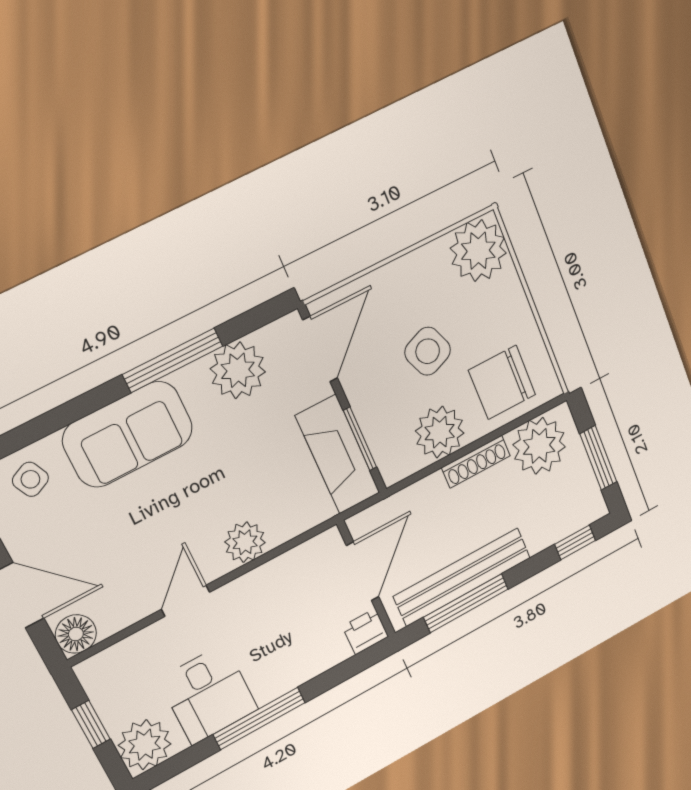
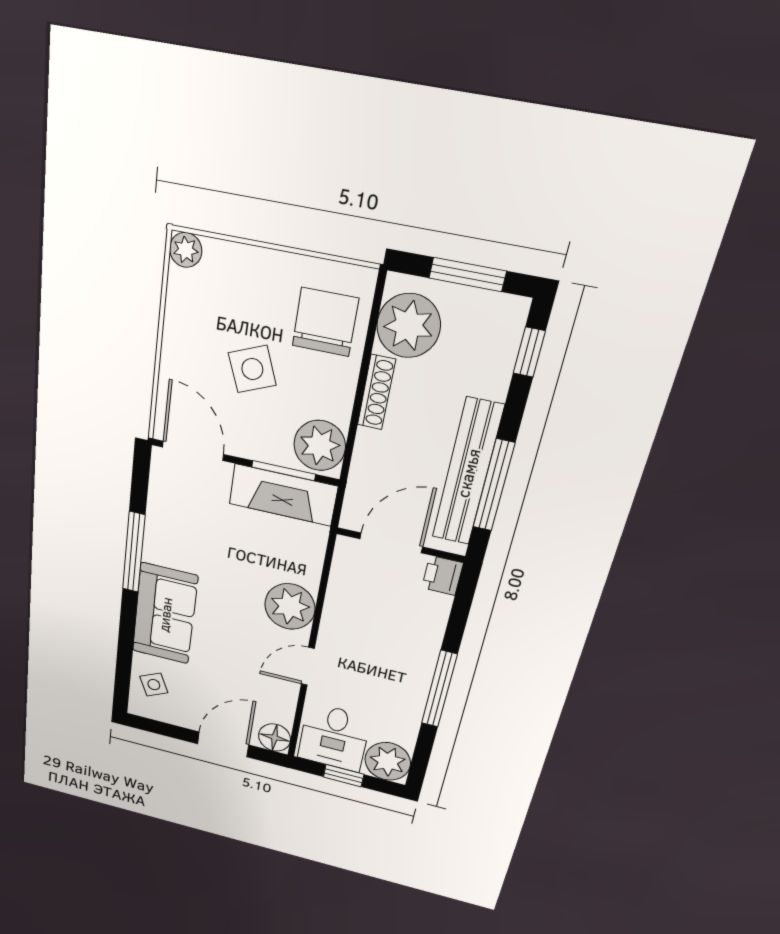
plant: (478, 251) -> (186, 250), width x0.53, depth x0.53
plant: (238, 370) -> (169, 517), removed
chair: (502, 382) -> (325, 322), turned 180
plant: (440, 432) -> (320, 445), moved
plant: (245, 542) -> (290, 607), width x1.36, depth x1.36
door: (363, 571) -> (391, 543), hinge flipped
door: (186, 601) -> (308, 666), hinge flipped
desk: (208, 694) -> (334, 737), moved, turned 90

